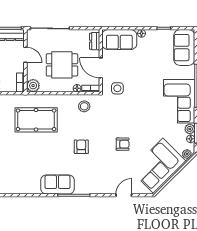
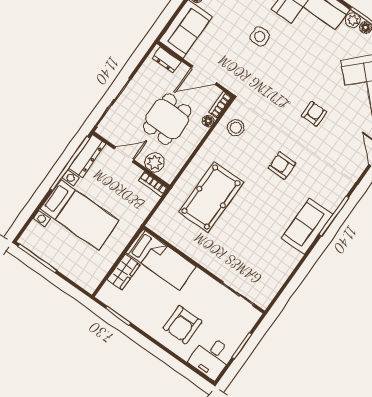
plant: (33, 86) -> (155, 162), moved
side table: (117, 88) -> (260, 36), moved

